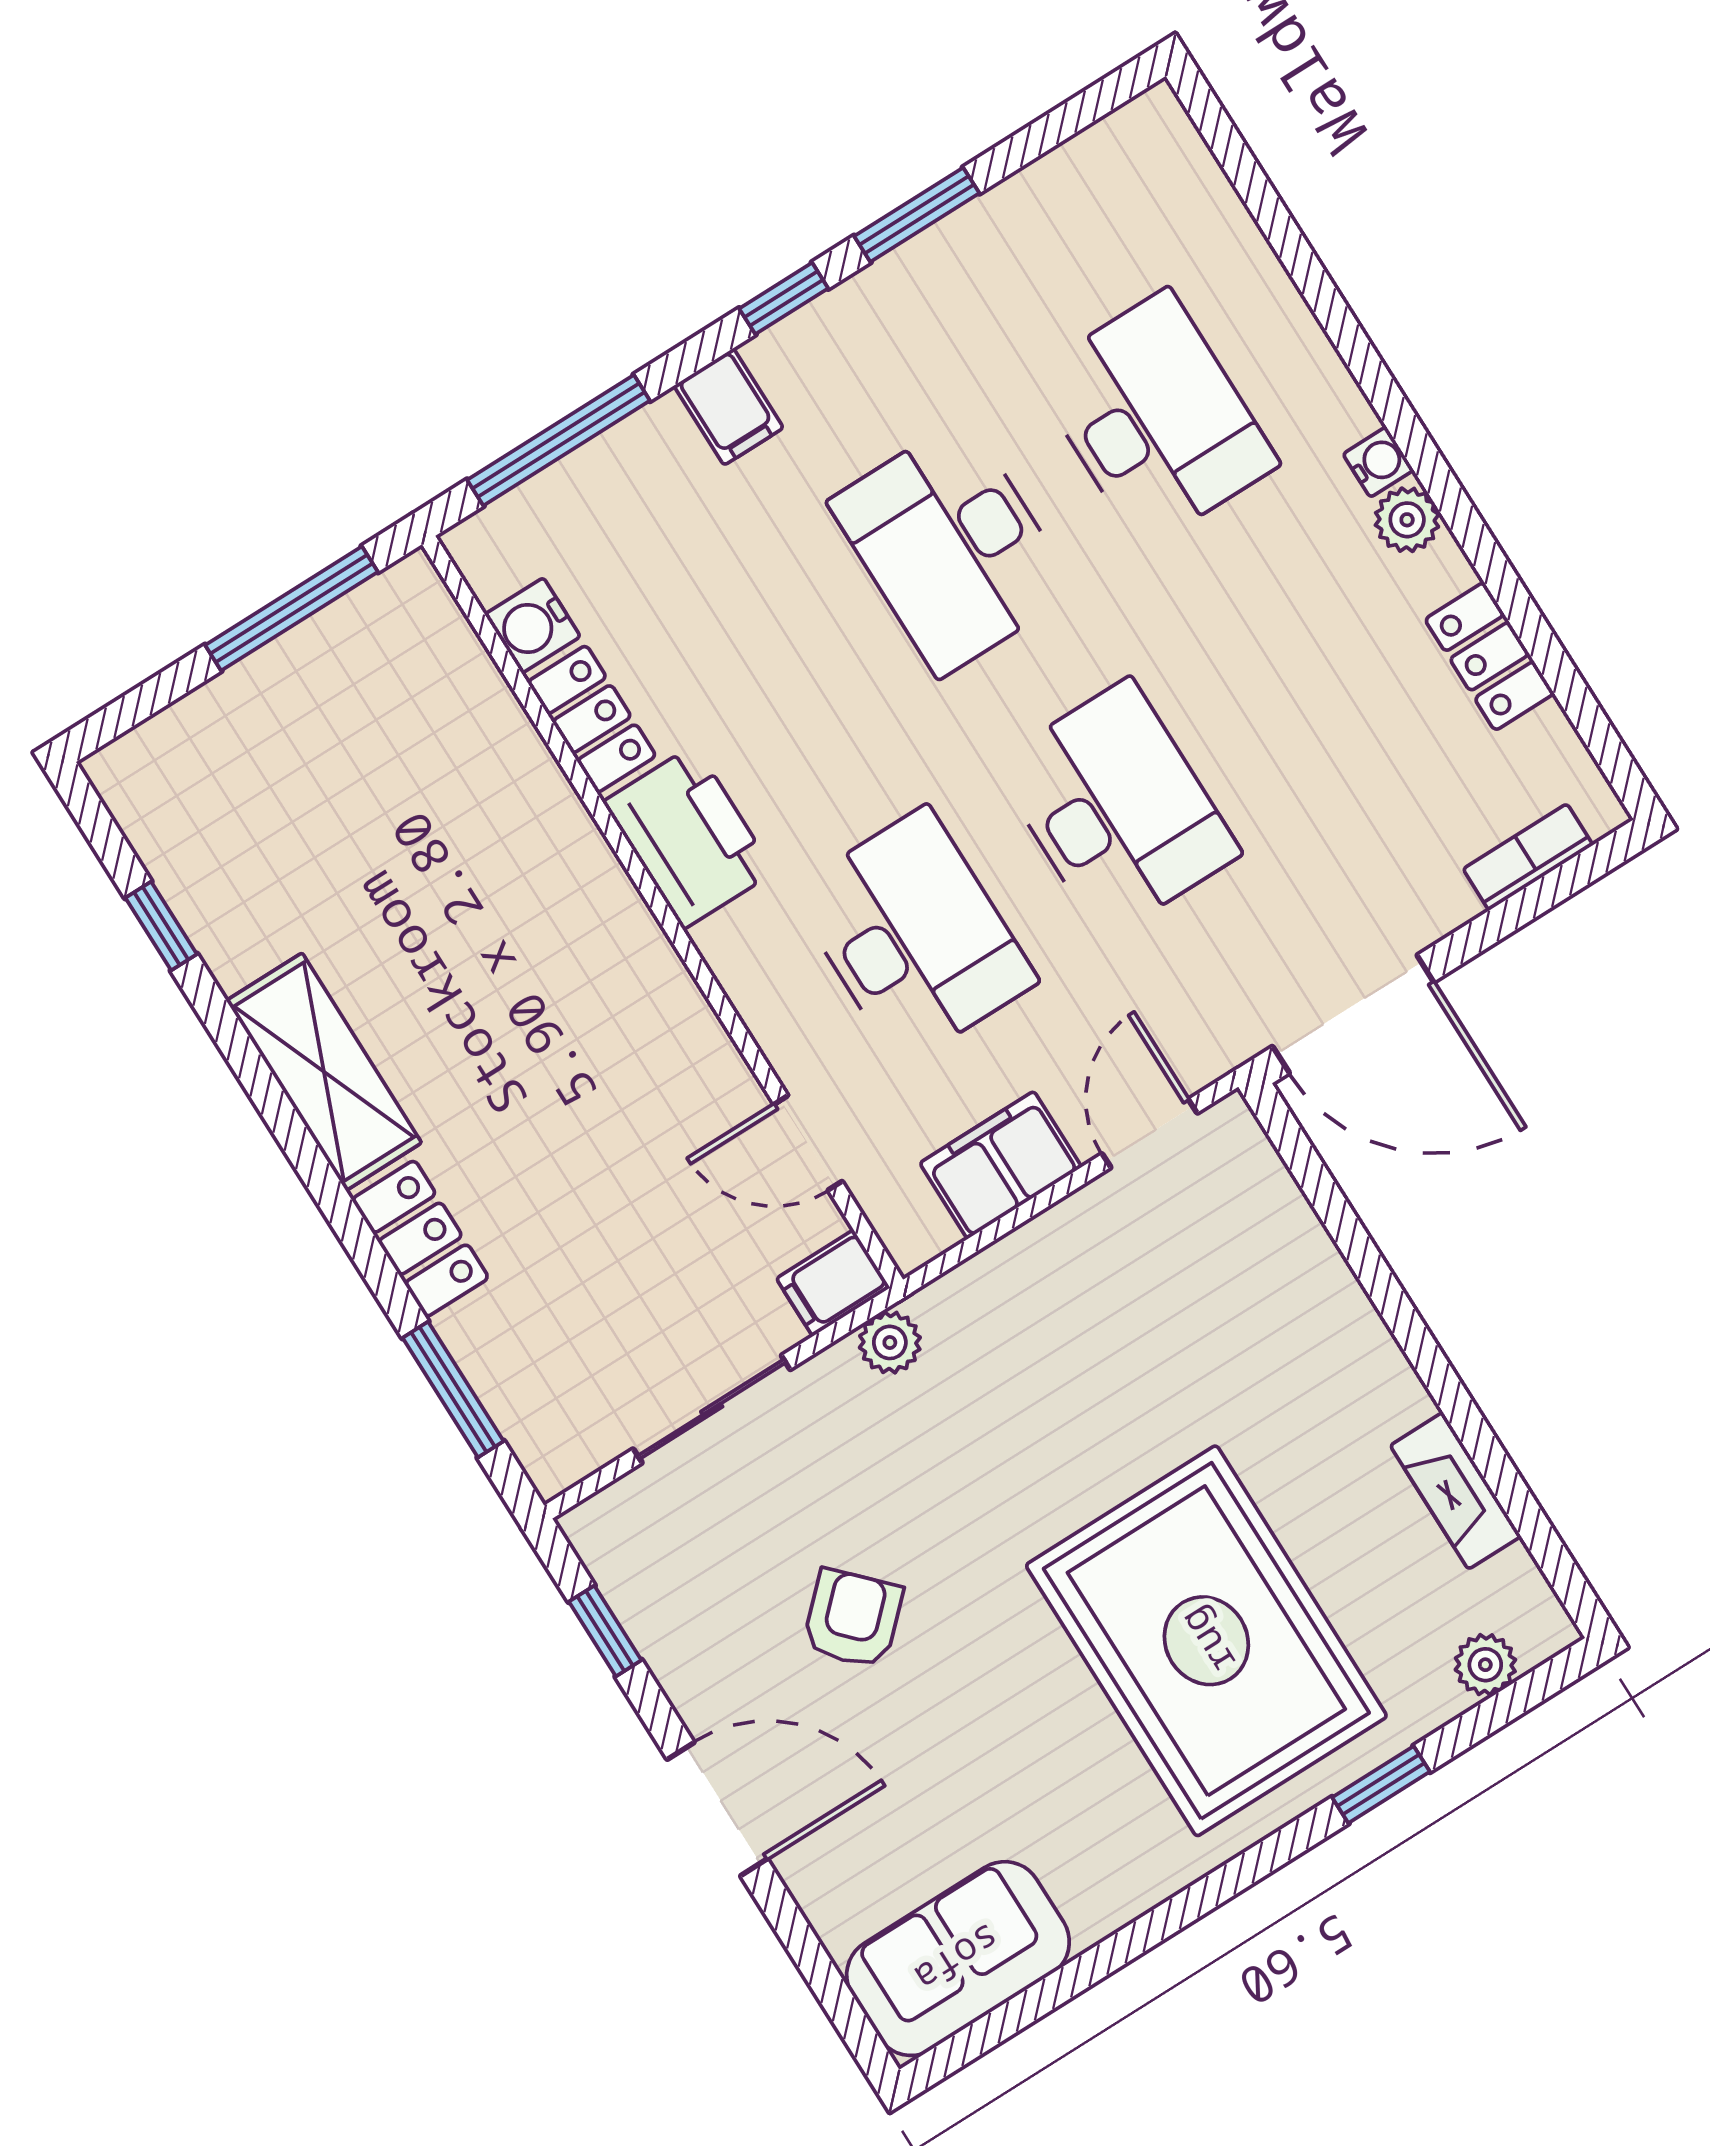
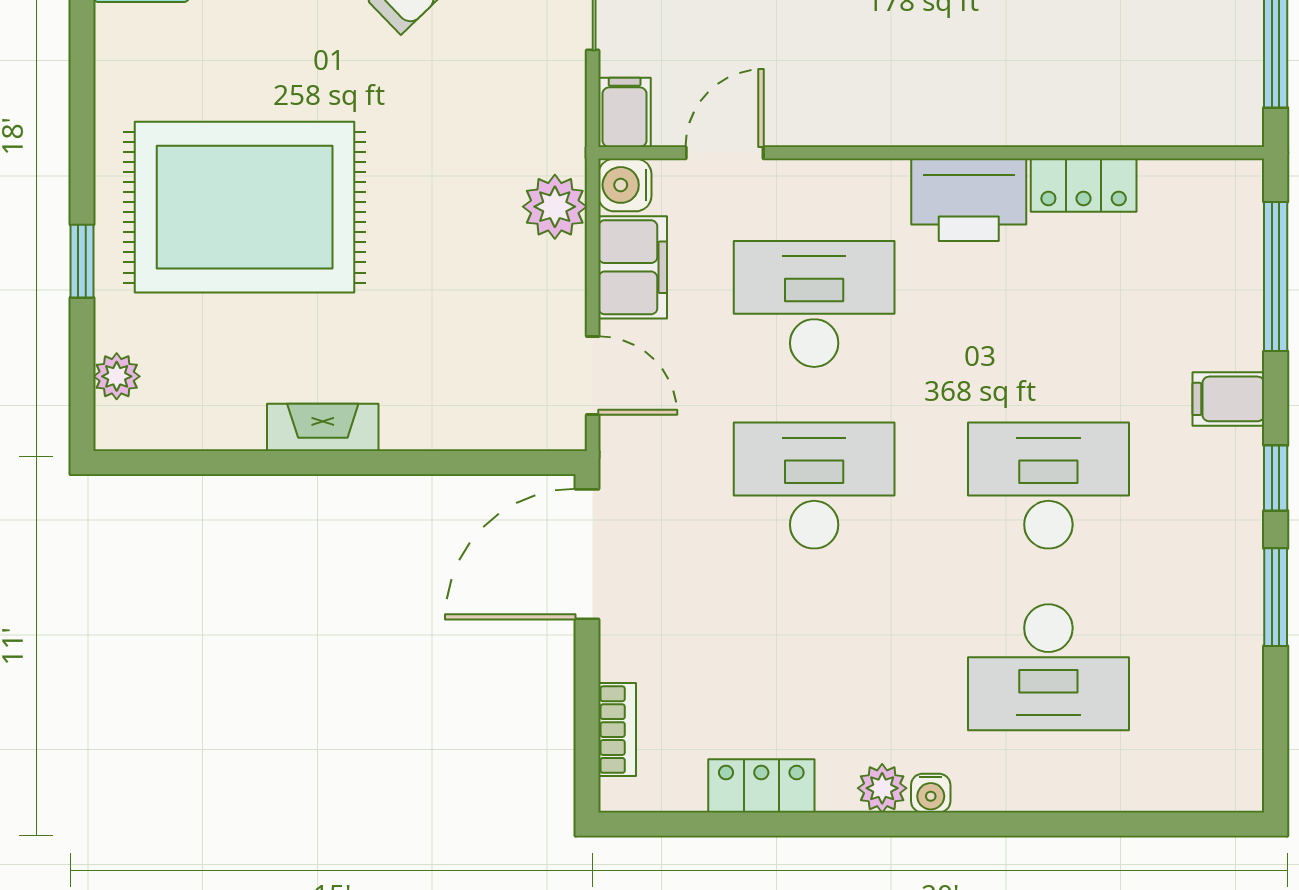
water cooler: (532, 625) -> (625, 185), moved, turned -90
desk: (1117, 809) -> (814, 486), turned 180
desk: (914, 936) -> (814, 304), turned 180
plant: (890, 1342) -> (555, 207), moved, width x1.38, depth x1.38
fireplace: (1456, 1491) -> (323, 427), moved

